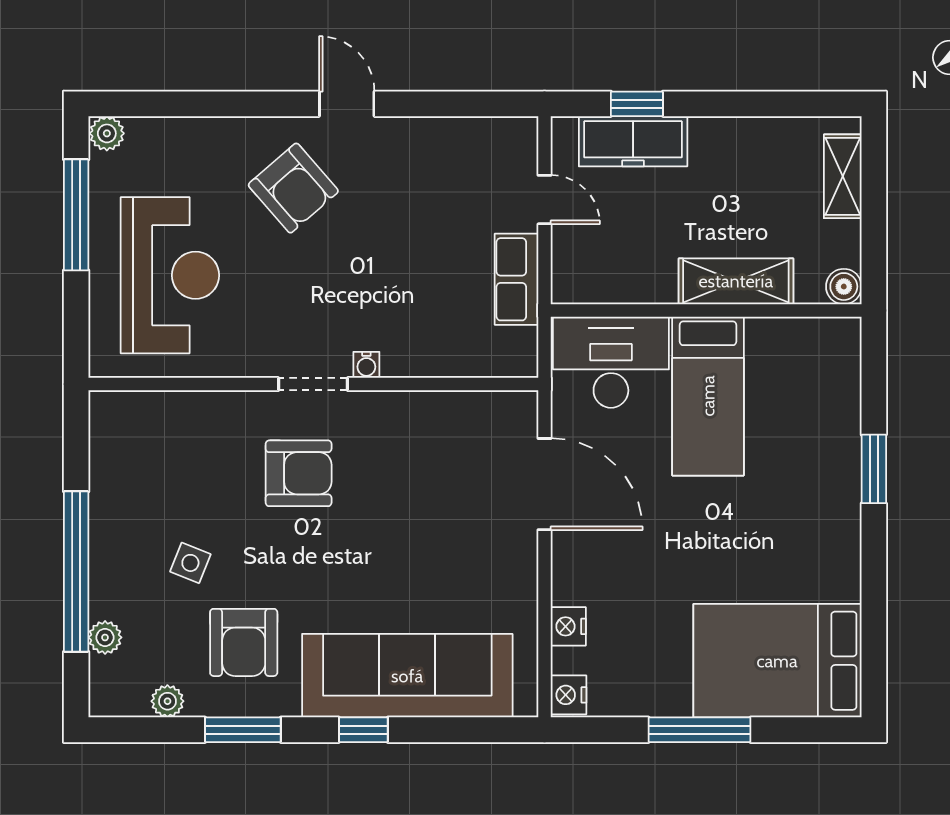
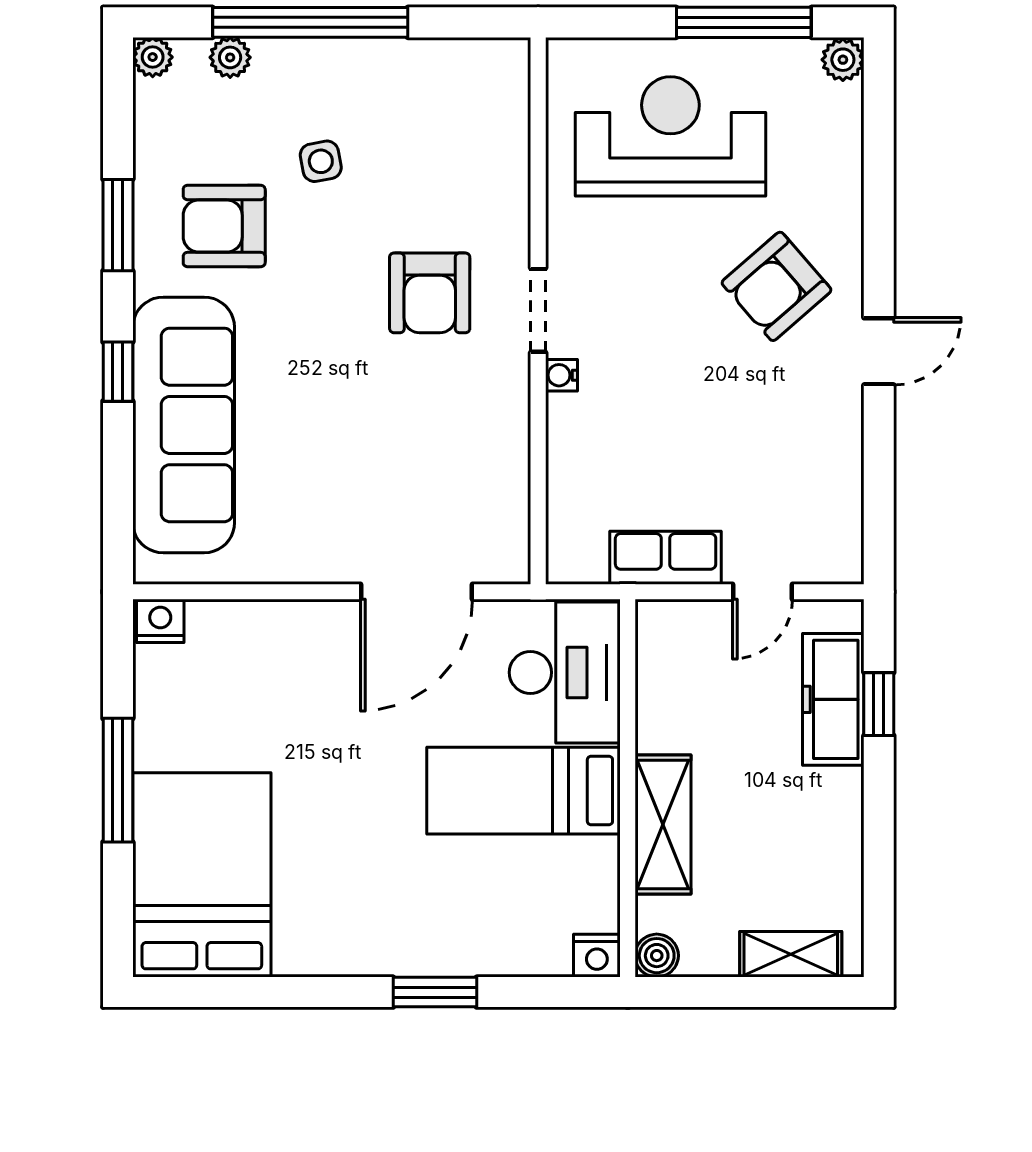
reception desk: (170, 275) -> (670, 136), turned 180
side table: (190, 563) -> (321, 161), turned -33
nightstand: (568, 626) -> (597, 956), moved, turned 180
plant: (167, 701) -> (153, 57), moved

